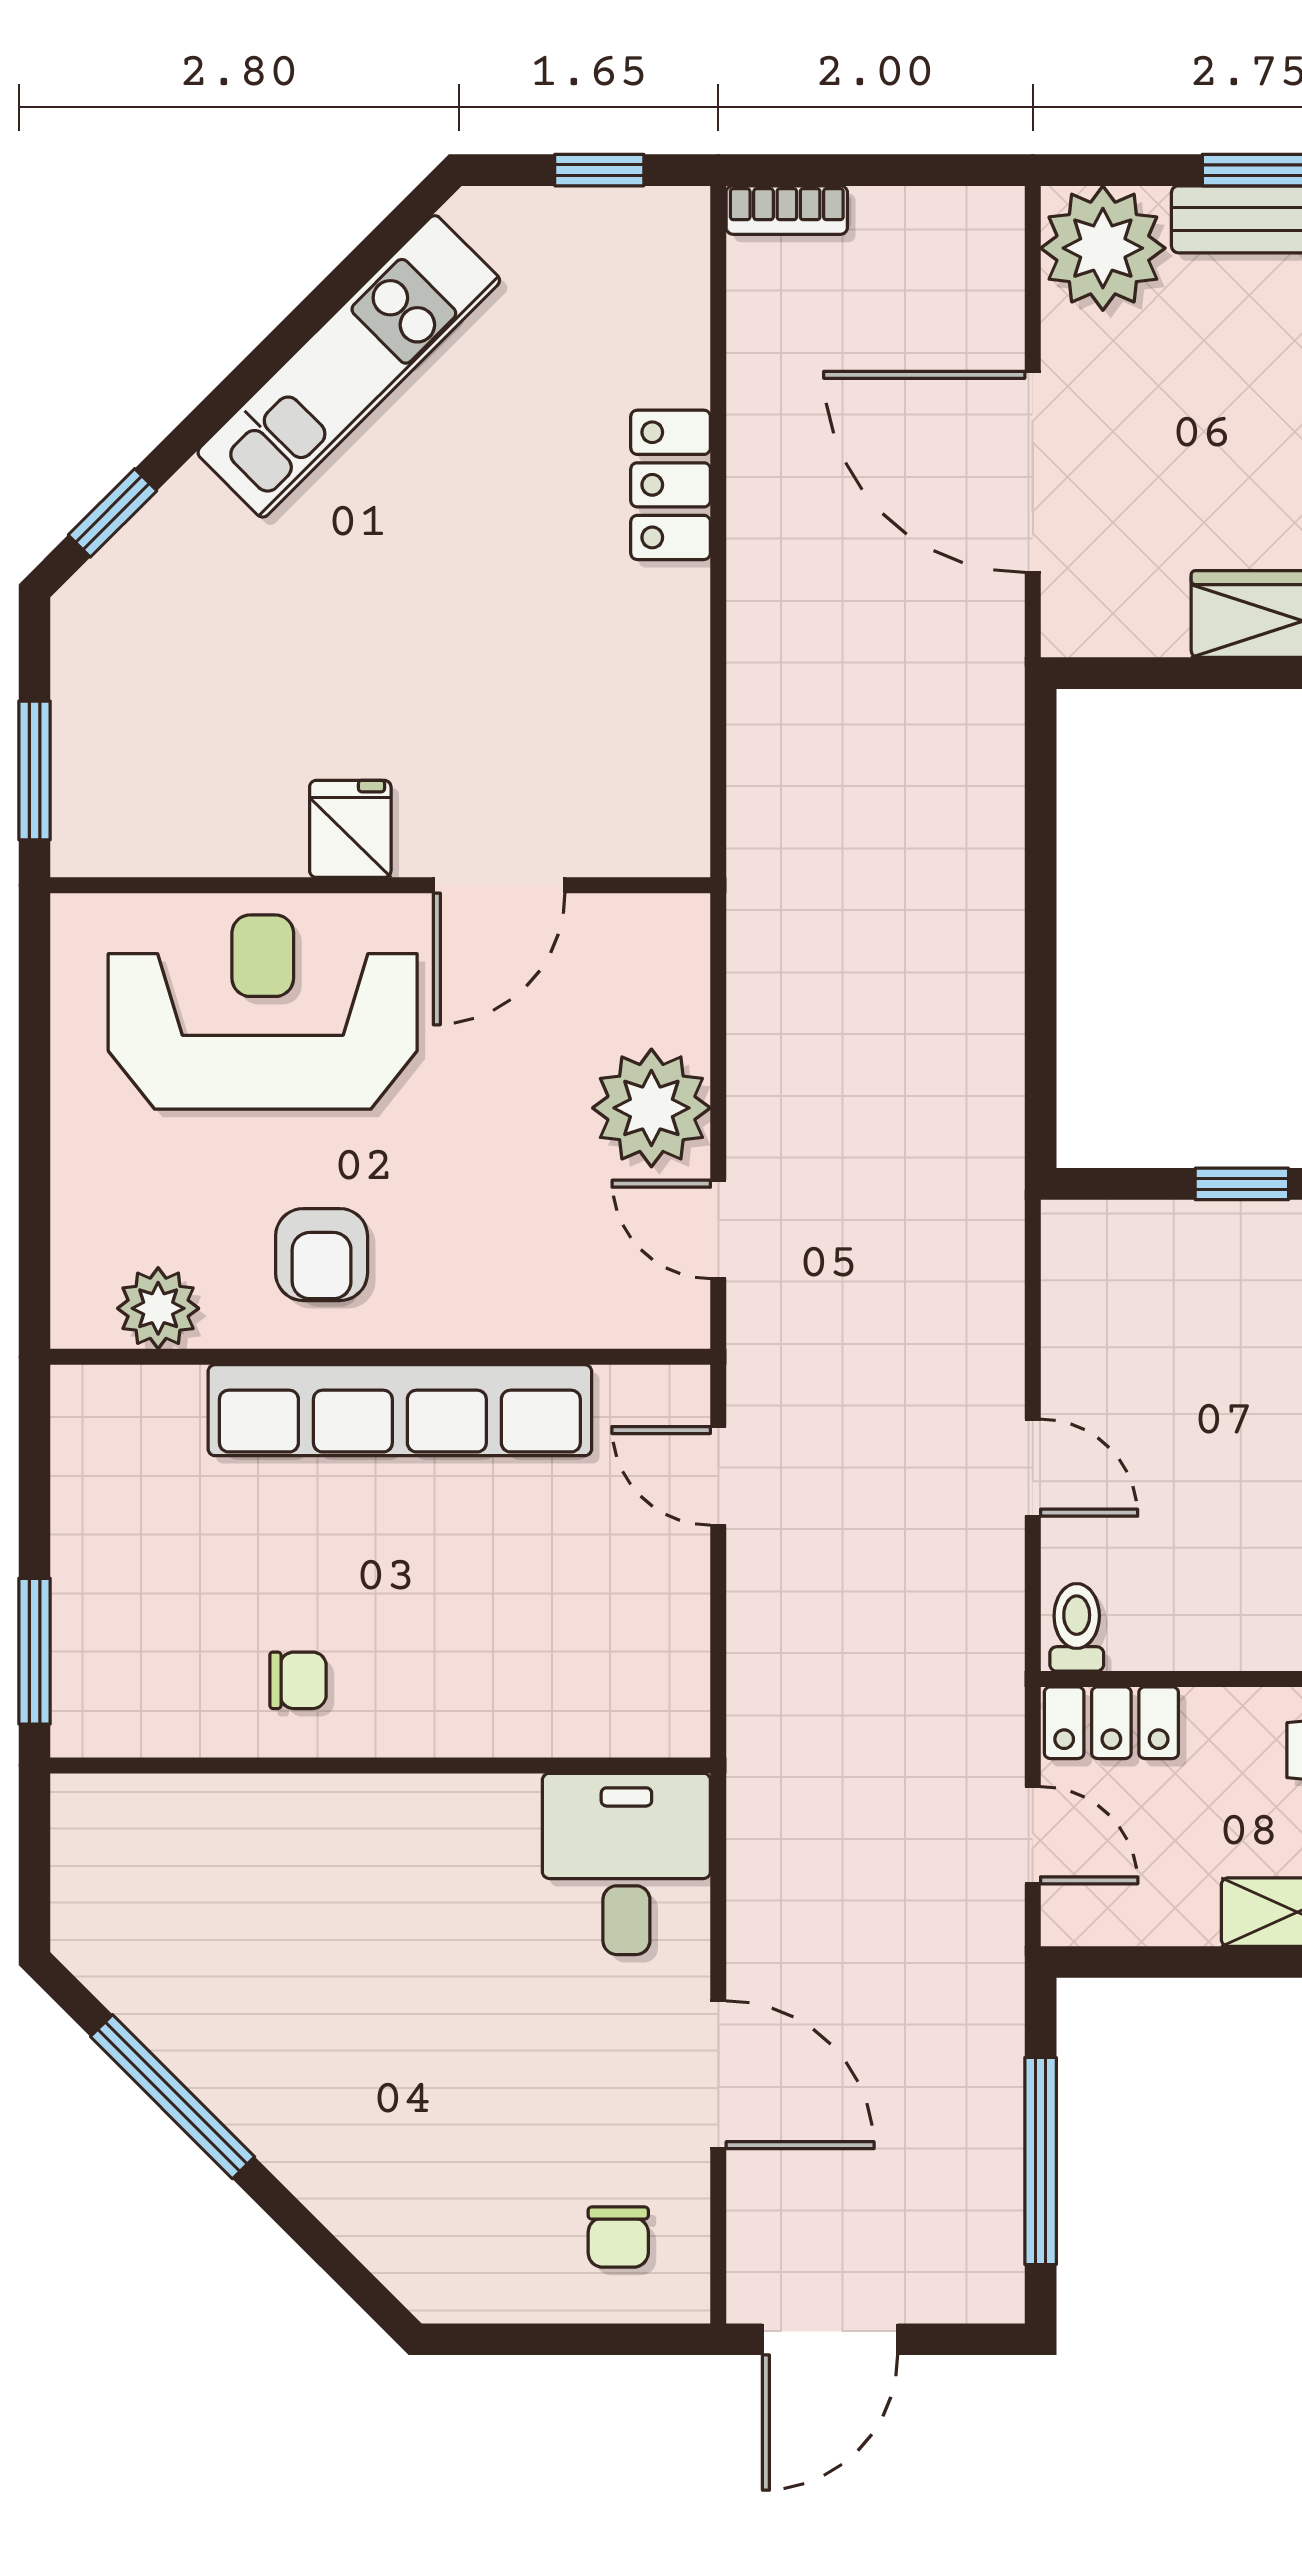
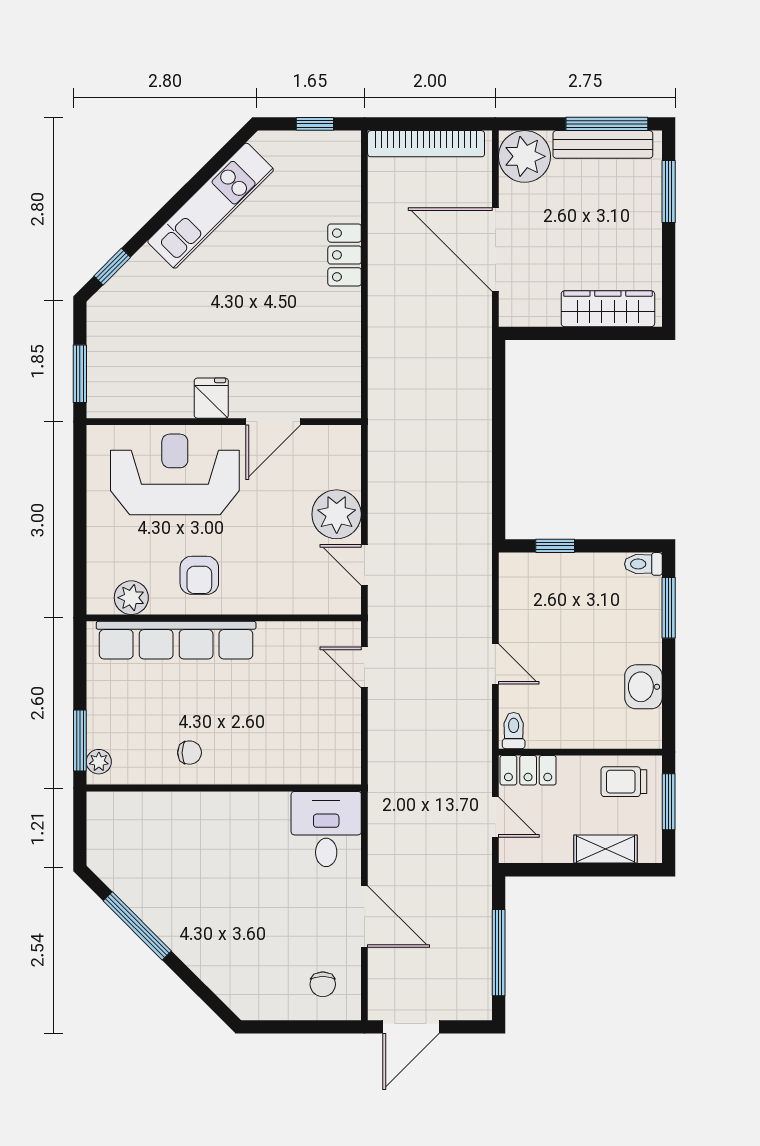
bookcase: (787, 210) -> (426, 144), width x2.31, depth x1.31
window: (1242, 1184) -> (555, 546), moved
row of seats: (400, 1410) -> (176, 640), moved
plant: (80, 1702) -> (99, 762), added

